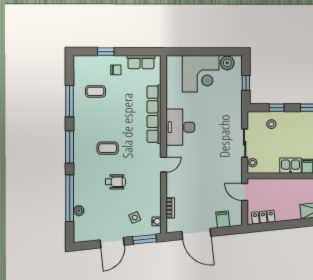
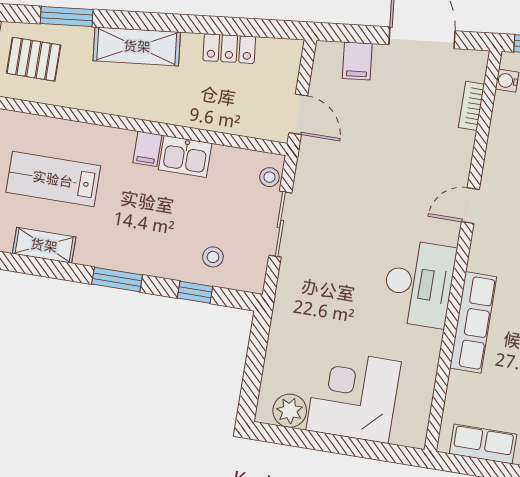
window: (246, 83) -> (255, 359), removed
row of seats: (154, 114) -> (473, 322), width x0.73
locker: (263, 217) -> (229, 49), moved

